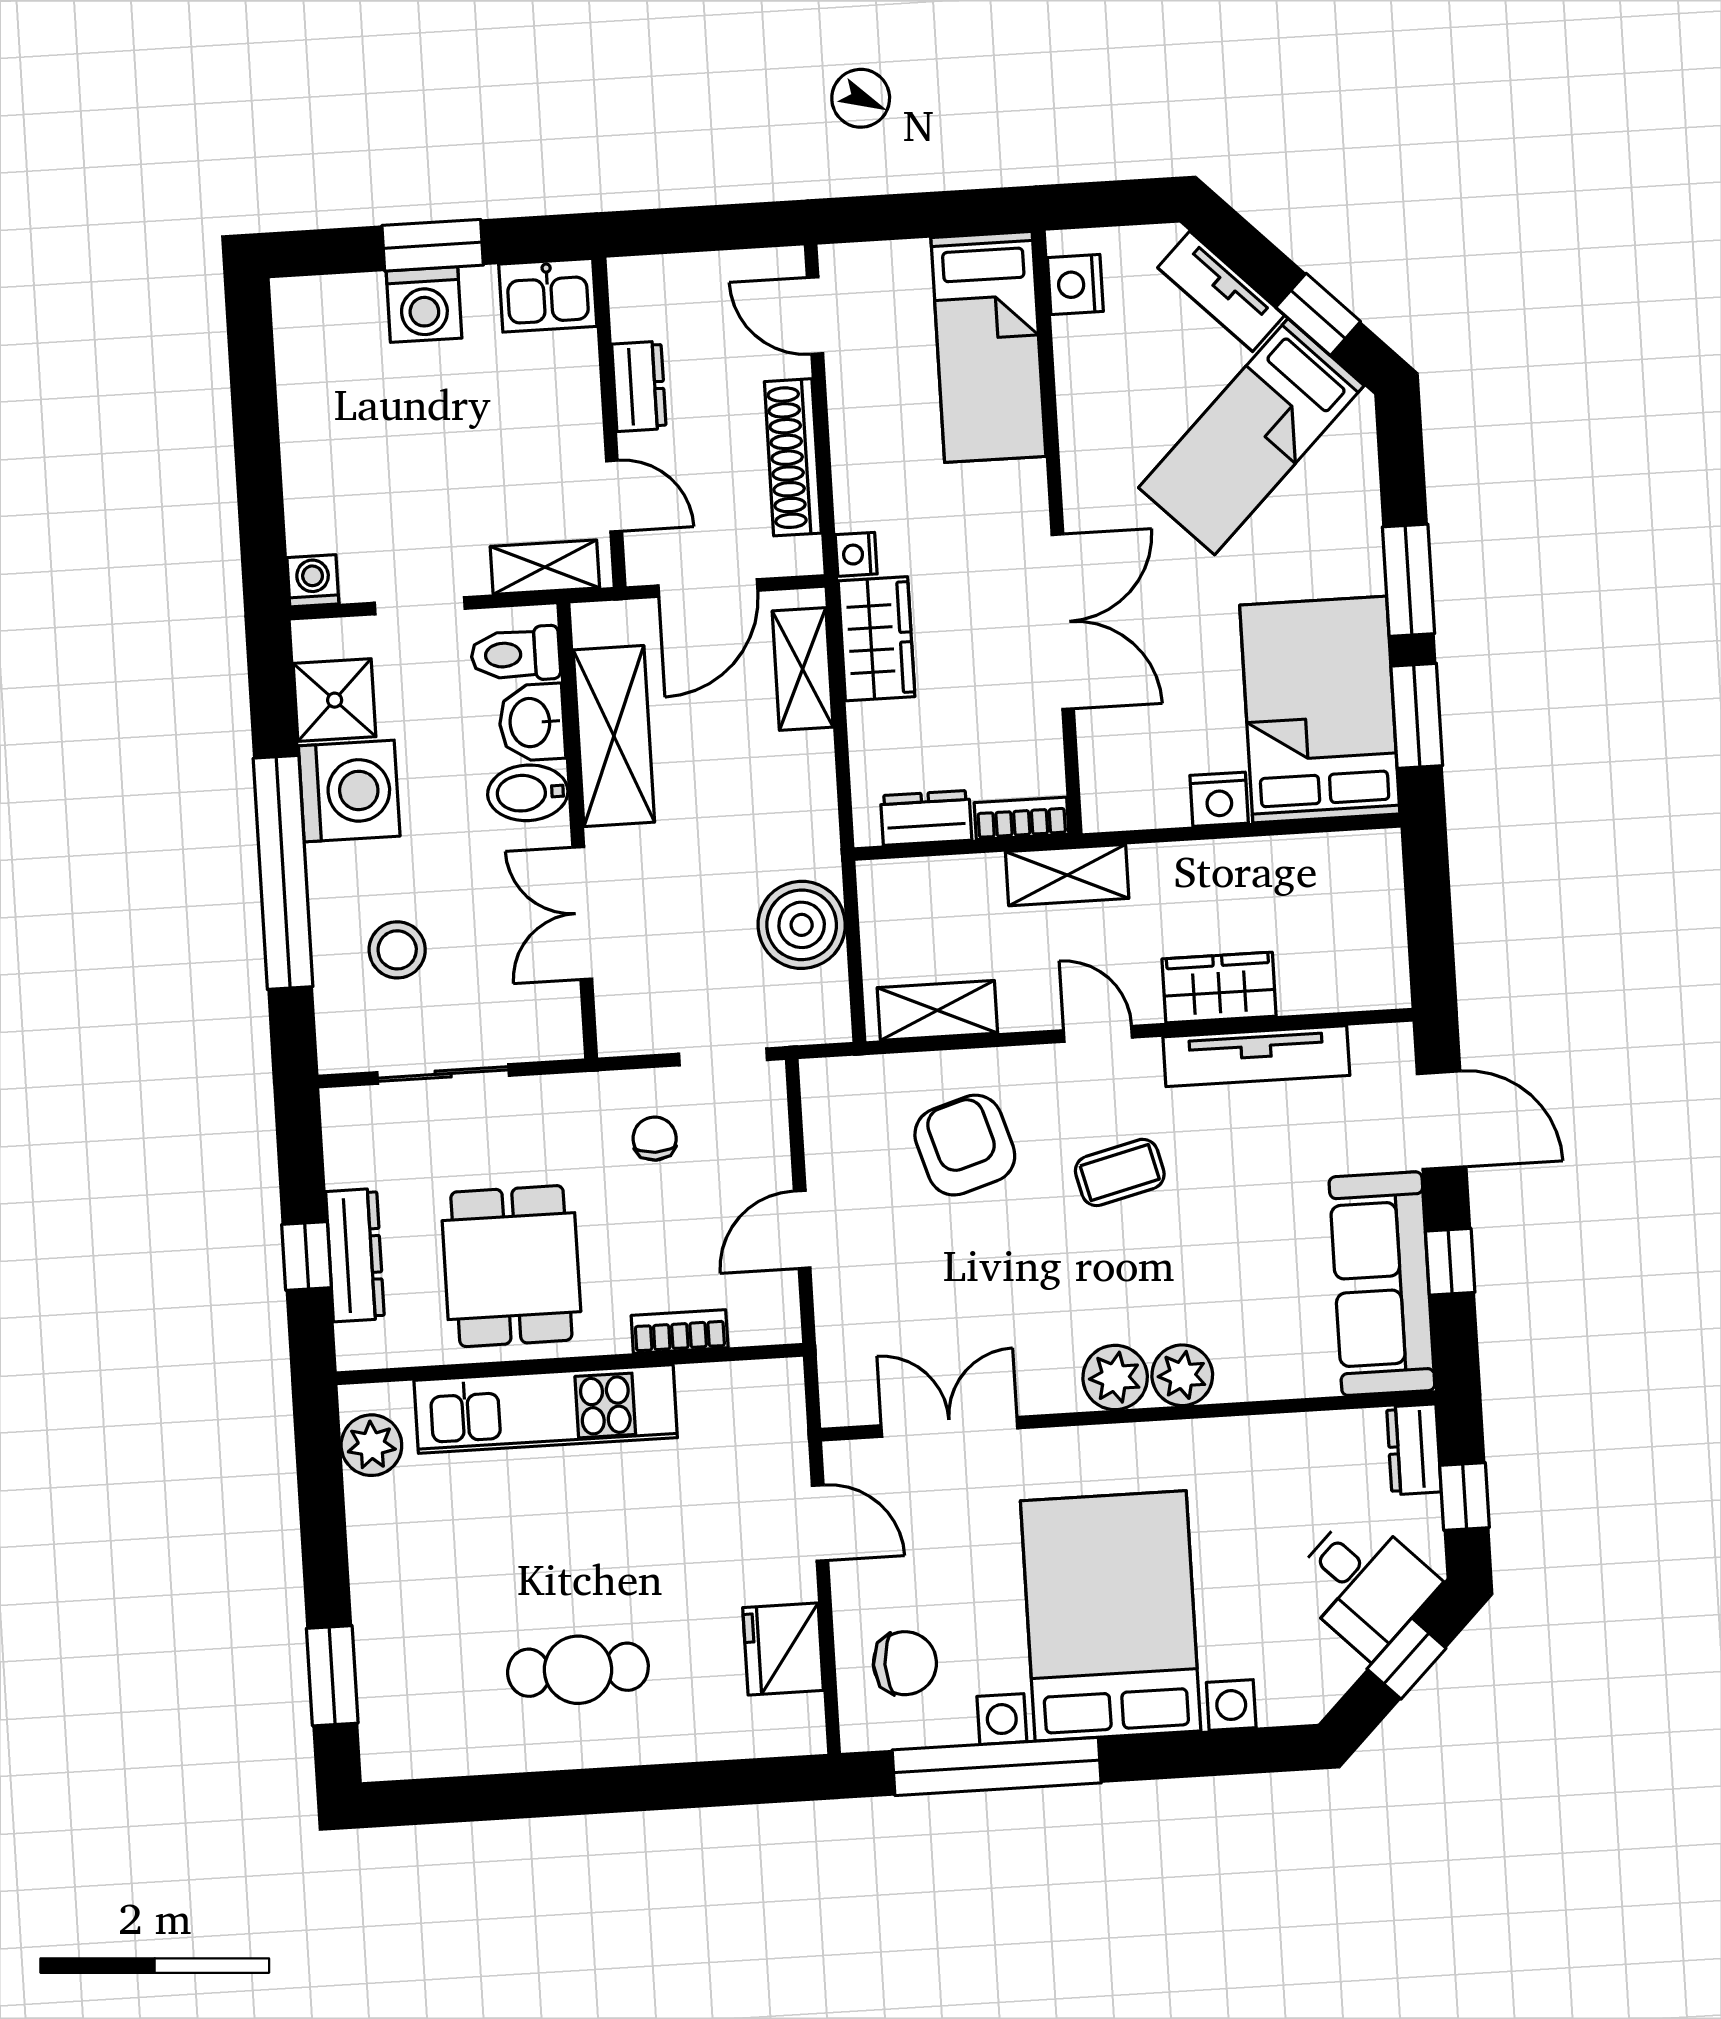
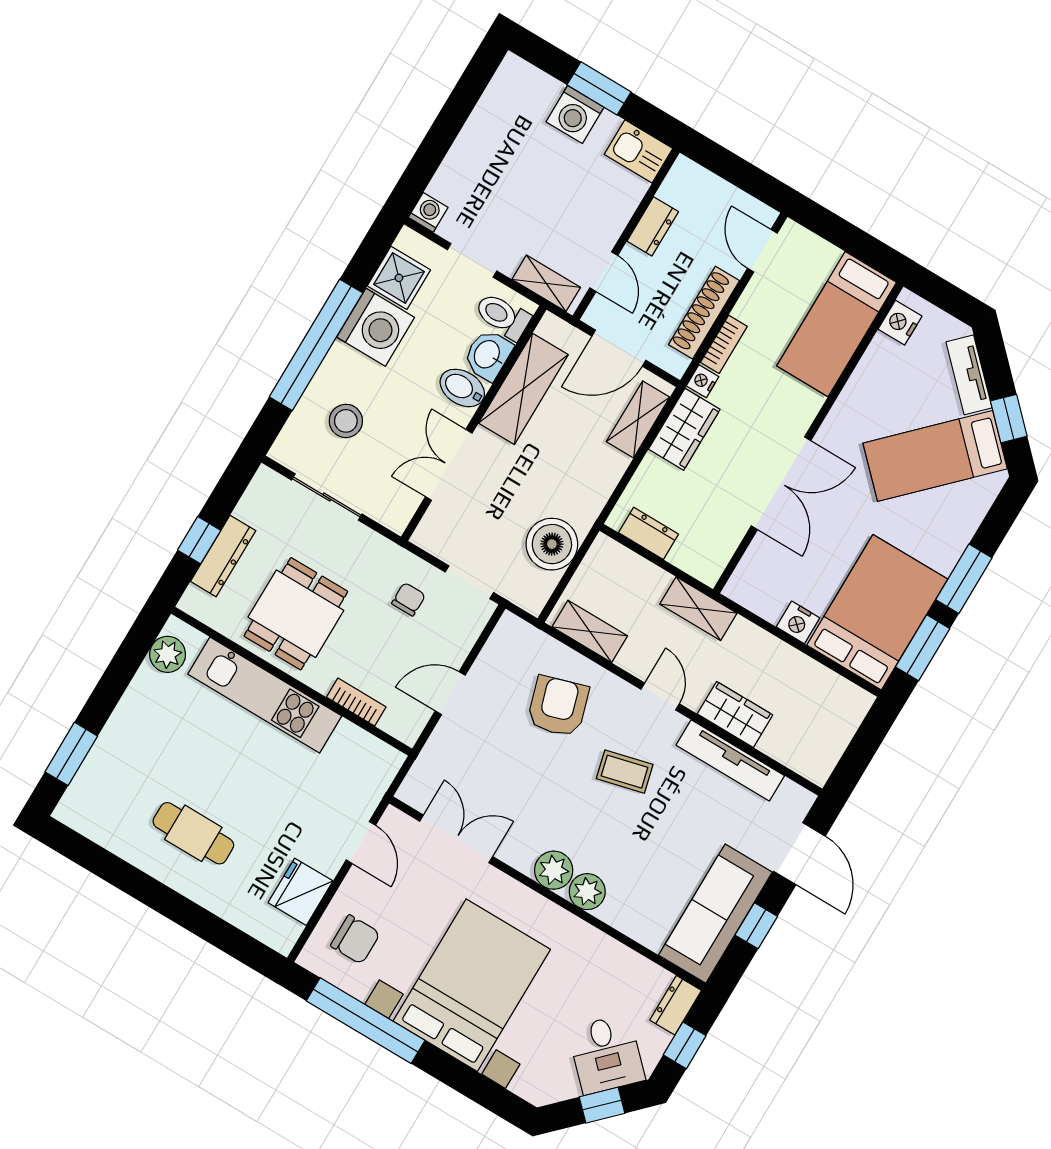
bookcase: (1021, 818) -> (724, 344), moved, turned 90

